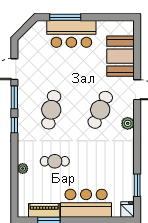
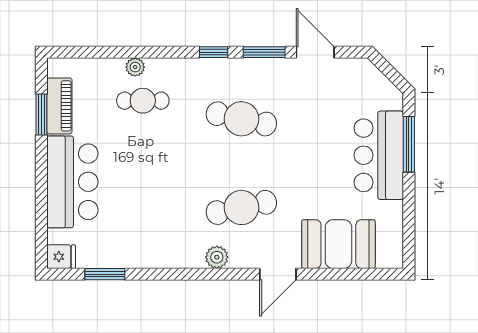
cafe table: (100, 110) -> (241, 207), turned -36
cafe table: (55, 161) -> (143, 101), moved, turned 90

